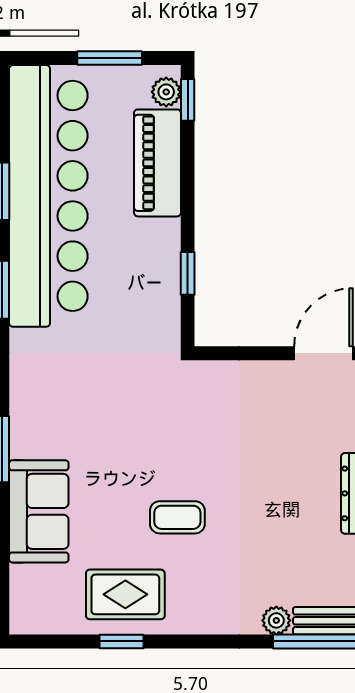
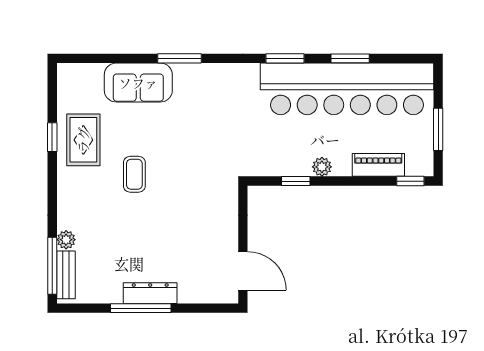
plant: (166, 92) -> (322, 167), moved
piano: (157, 163) -> (378, 165), width x0.73, depth x0.75

